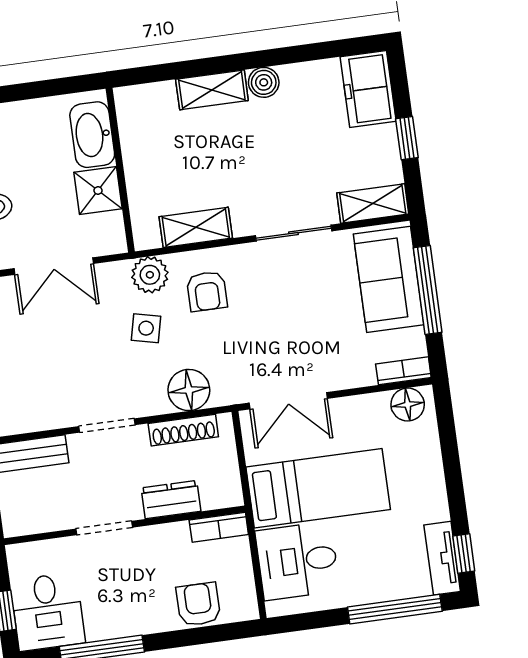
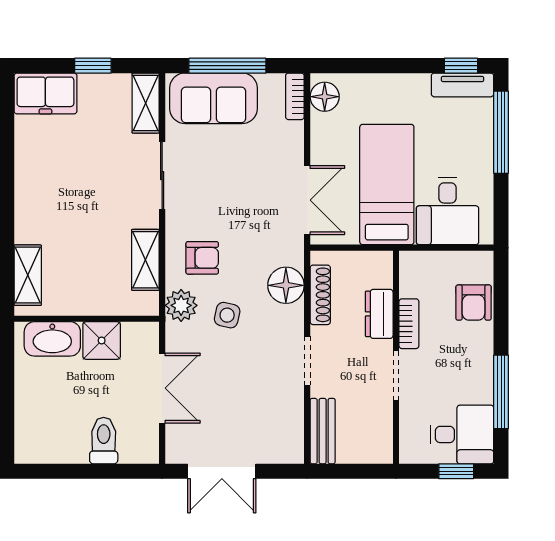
boiler: (264, 82) -> (27, 183), removed
shelving: (212, 90) -> (28, 275), moved
bookcase: (219, 527) -> (409, 324), moved
armchair: (198, 604) -> (474, 303), turned -90

